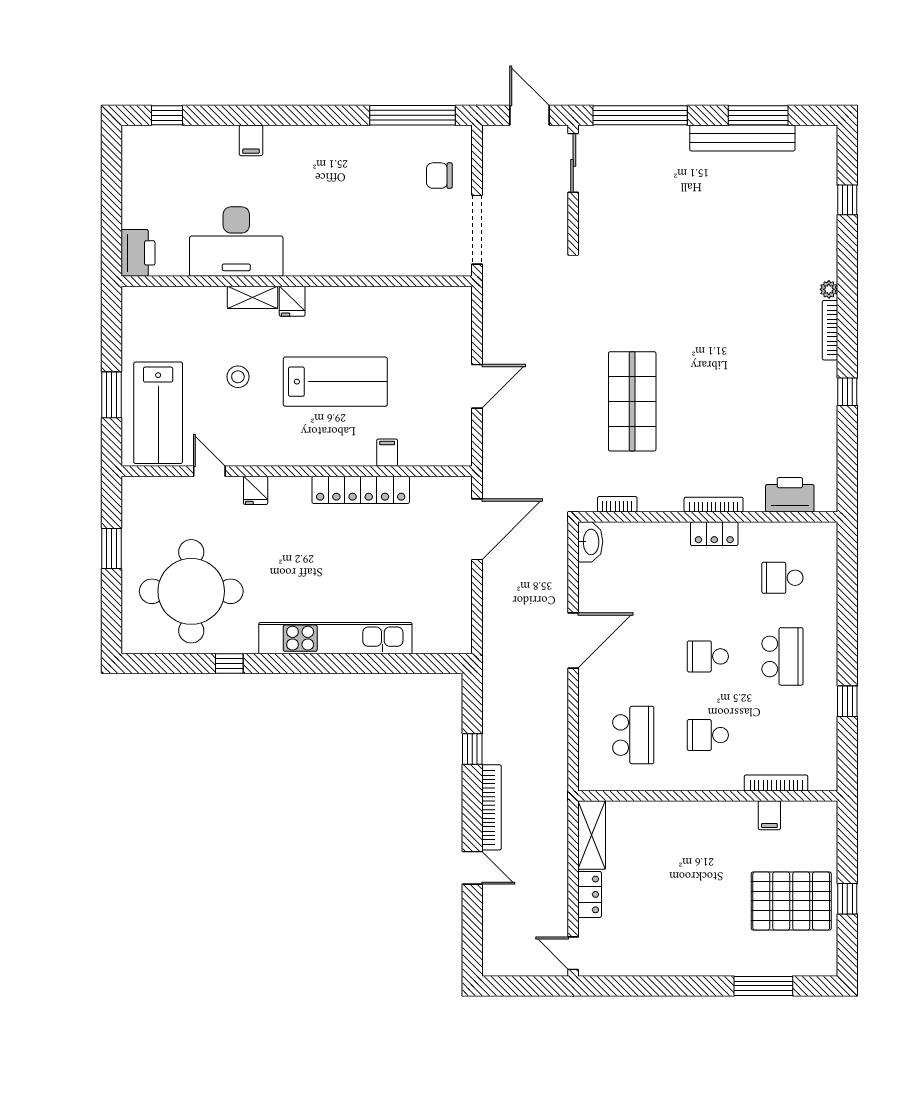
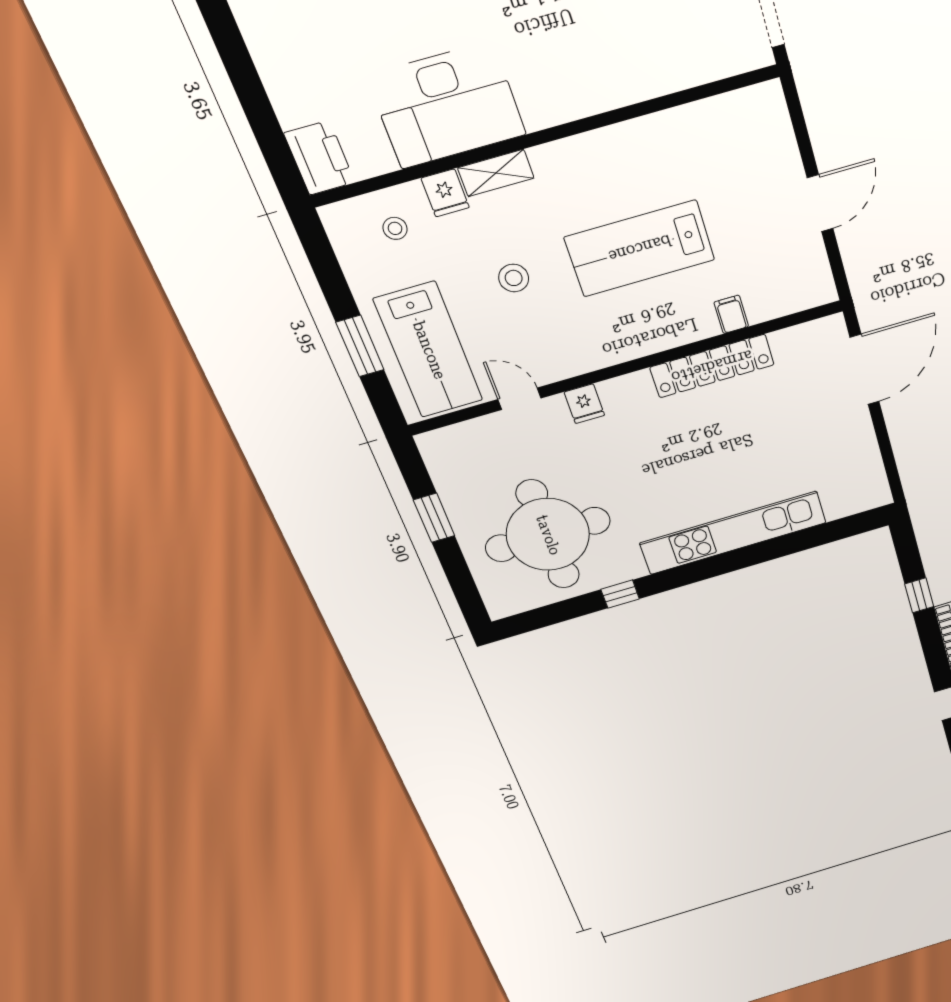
fridge: (292, 301) -> (445, 193), moved
stool: (169, 316) -> (395, 228), added
lab bench: (335, 382) -> (640, 248), turned 180

